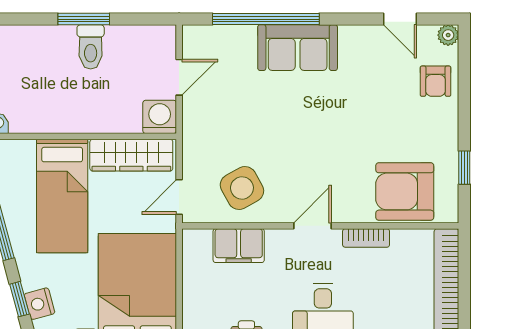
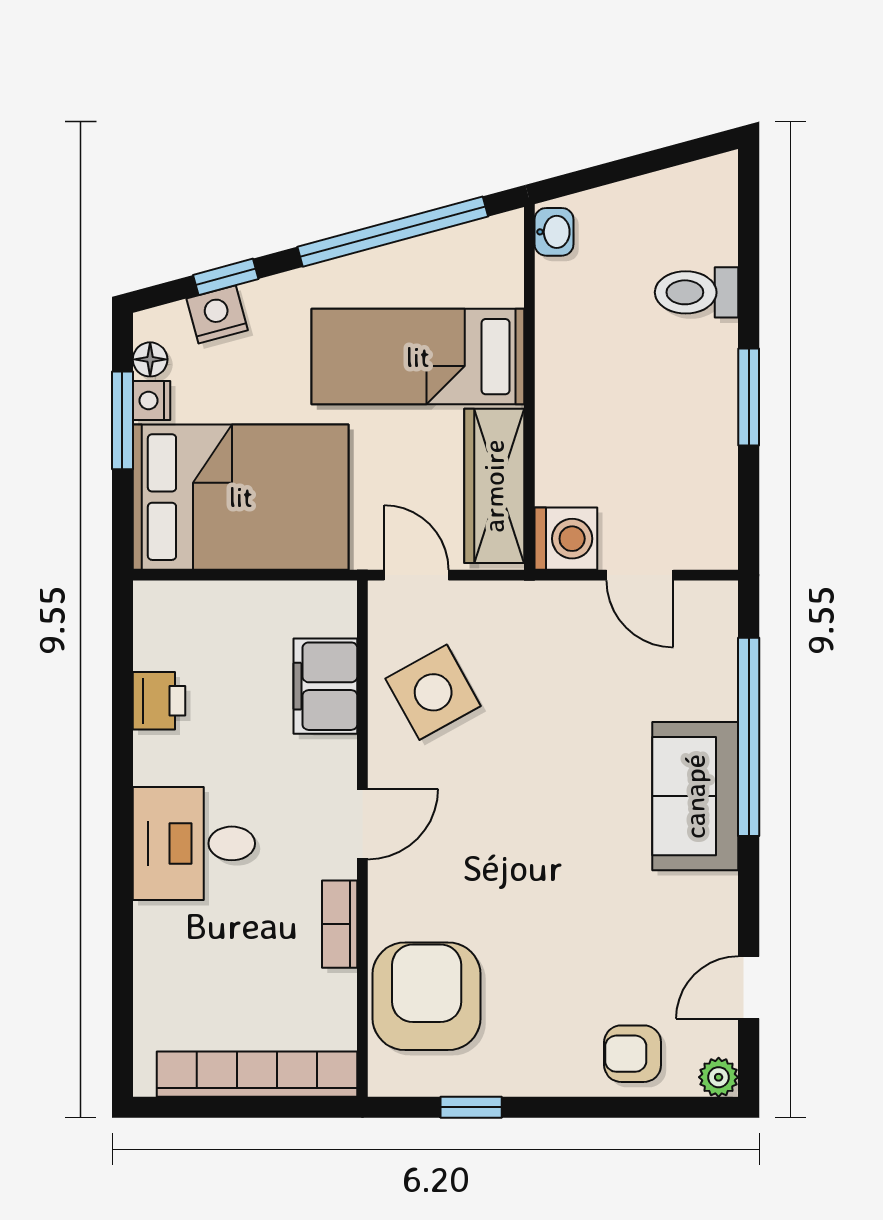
toilet: (91, 47) -> (697, 292), moved
door: (313, 226) -> (362, 824), hinge flipped

